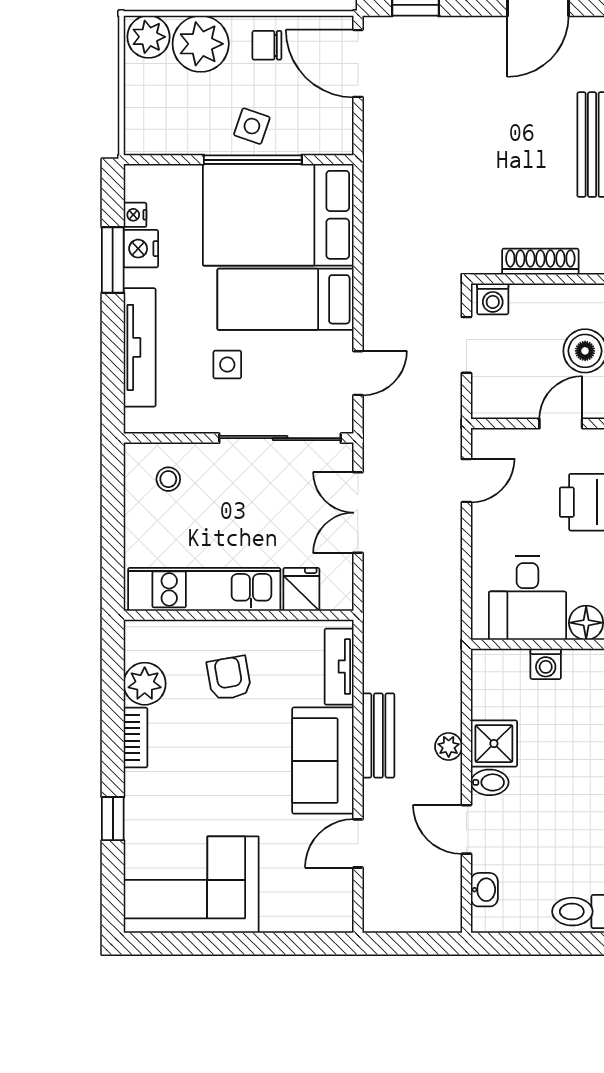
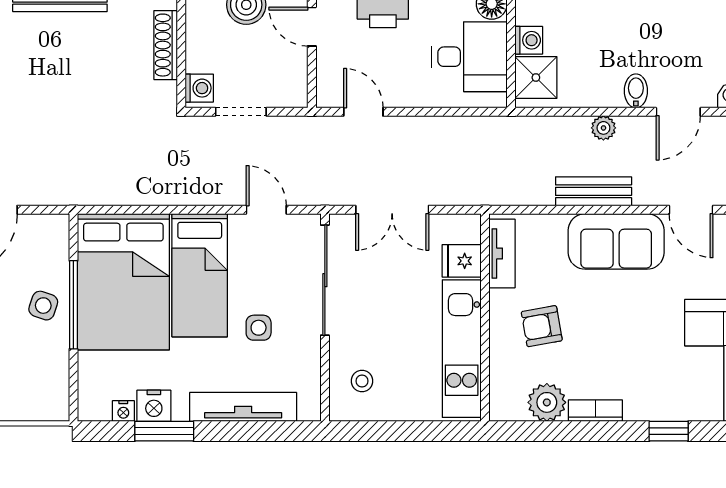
tv unit: (339, 667) -> (502, 254), moved, turned -90
shower: (494, 744) -> (536, 78), moved

